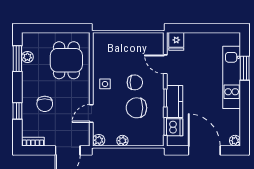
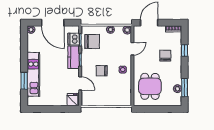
chair: (136, 108) -> (92, 42), moved

